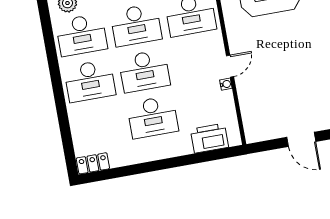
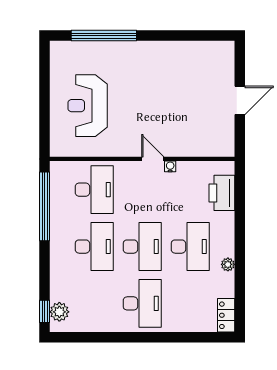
desk: (81, 35) -> (94, 303), removed
plant: (142, 156) -> (228, 264), added

